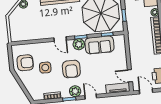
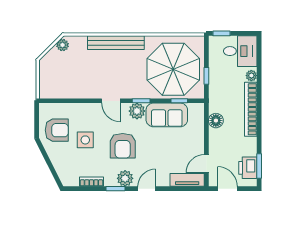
floor lamp: (134, 45) -> (216, 121), added
door: (130, 76) -> (206, 164), hinge flipped
door: (91, 97) -> (147, 189), hinge flipped

